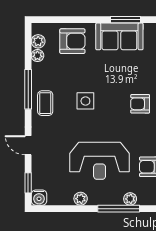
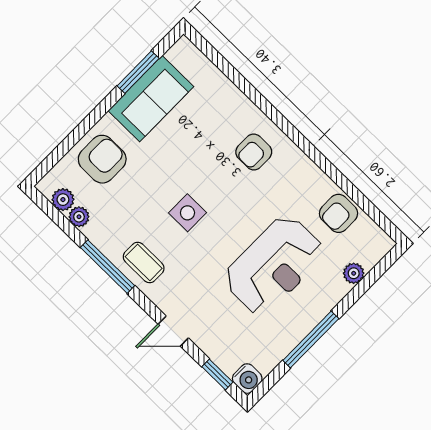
plant: (81, 199) -> (296, 331), removed
window: (119, 209) -> (311, 339), moved

